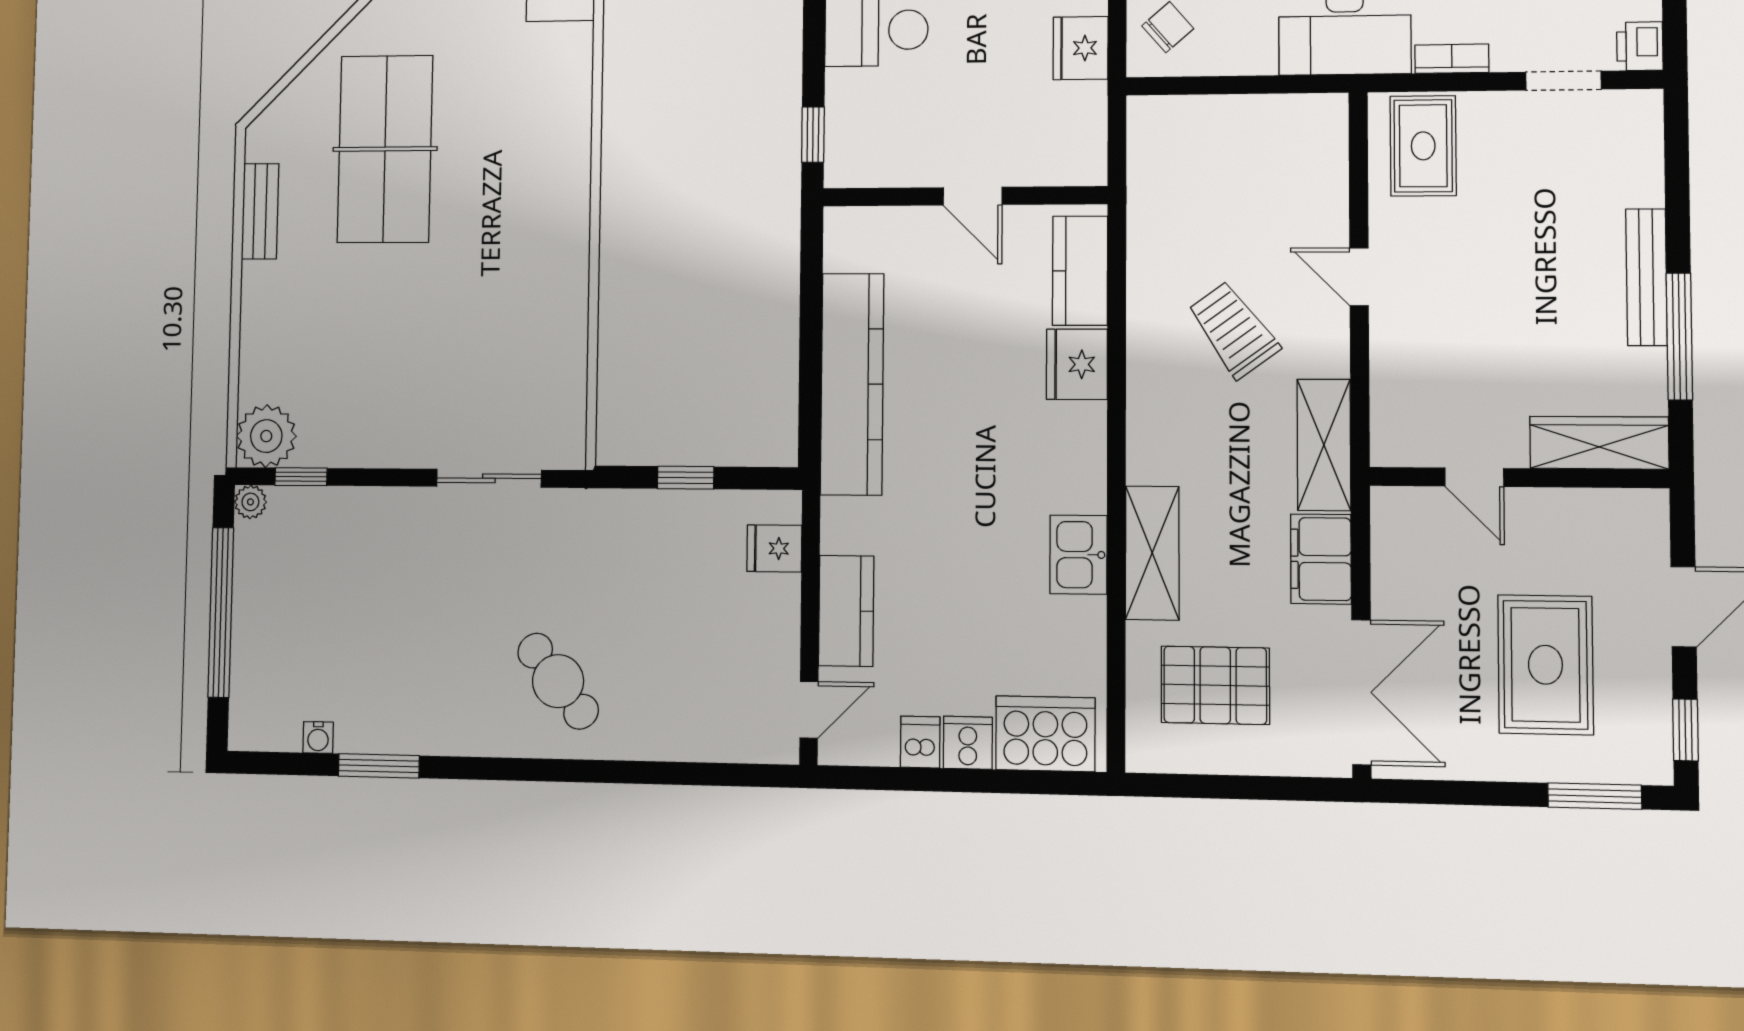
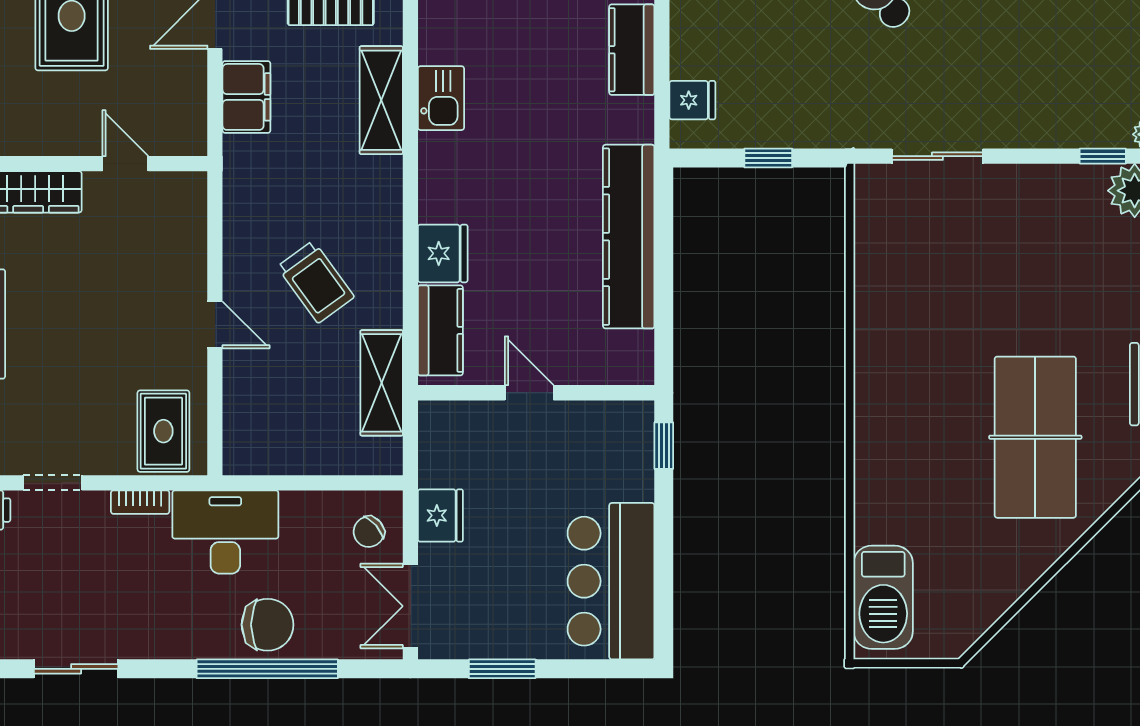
shelving: (1324, 445) -> (382, 383), moved

